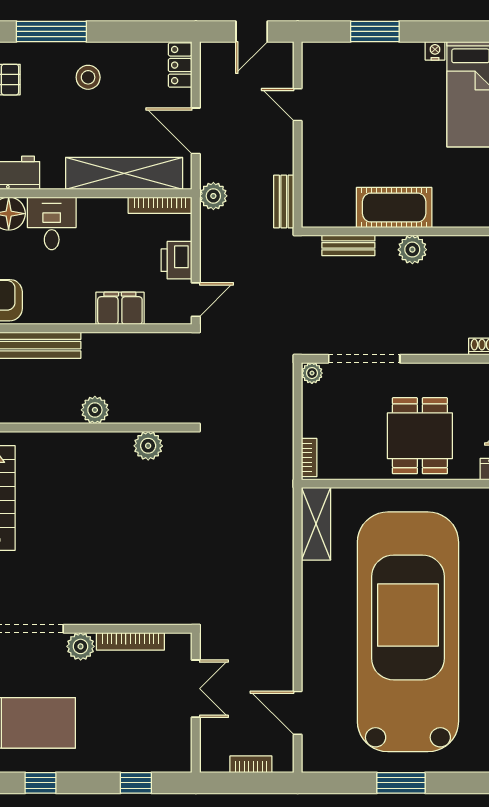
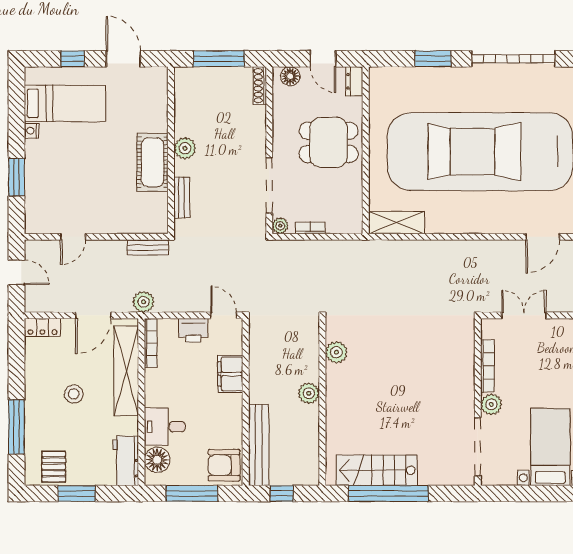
stool: (88, 77) -> (74, 394), moved
bookcase: (309, 458) -> (310, 228), moved

